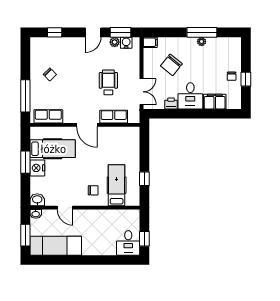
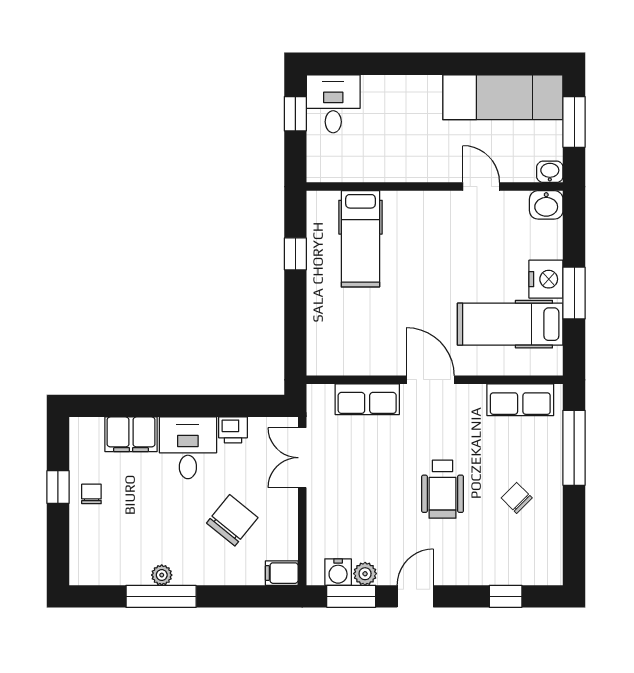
wheelchair: (108, 82) -> (443, 489), moved
chair: (93, 190) -> (415, 227), removed

